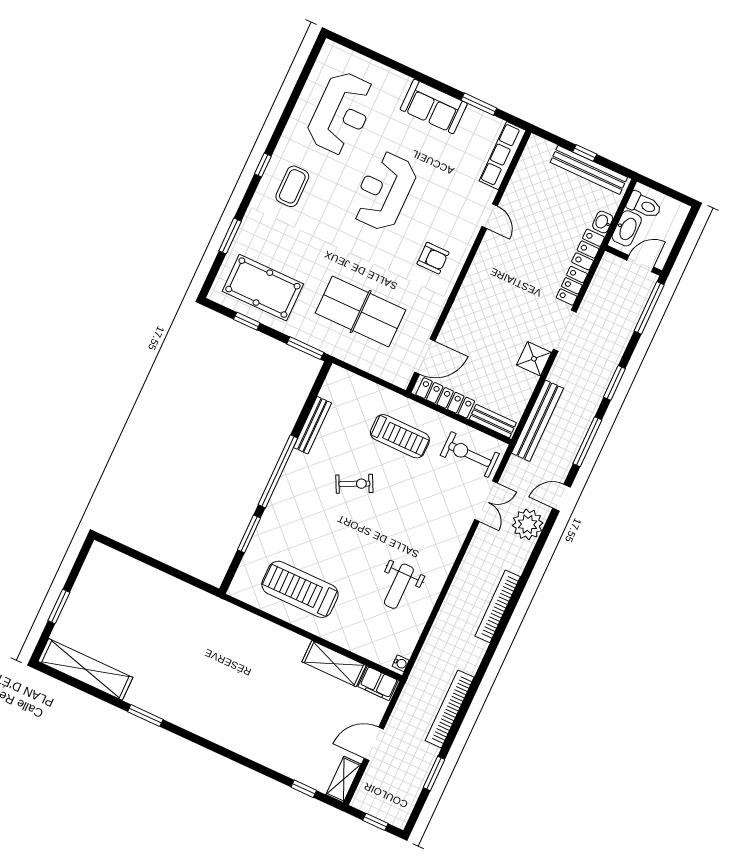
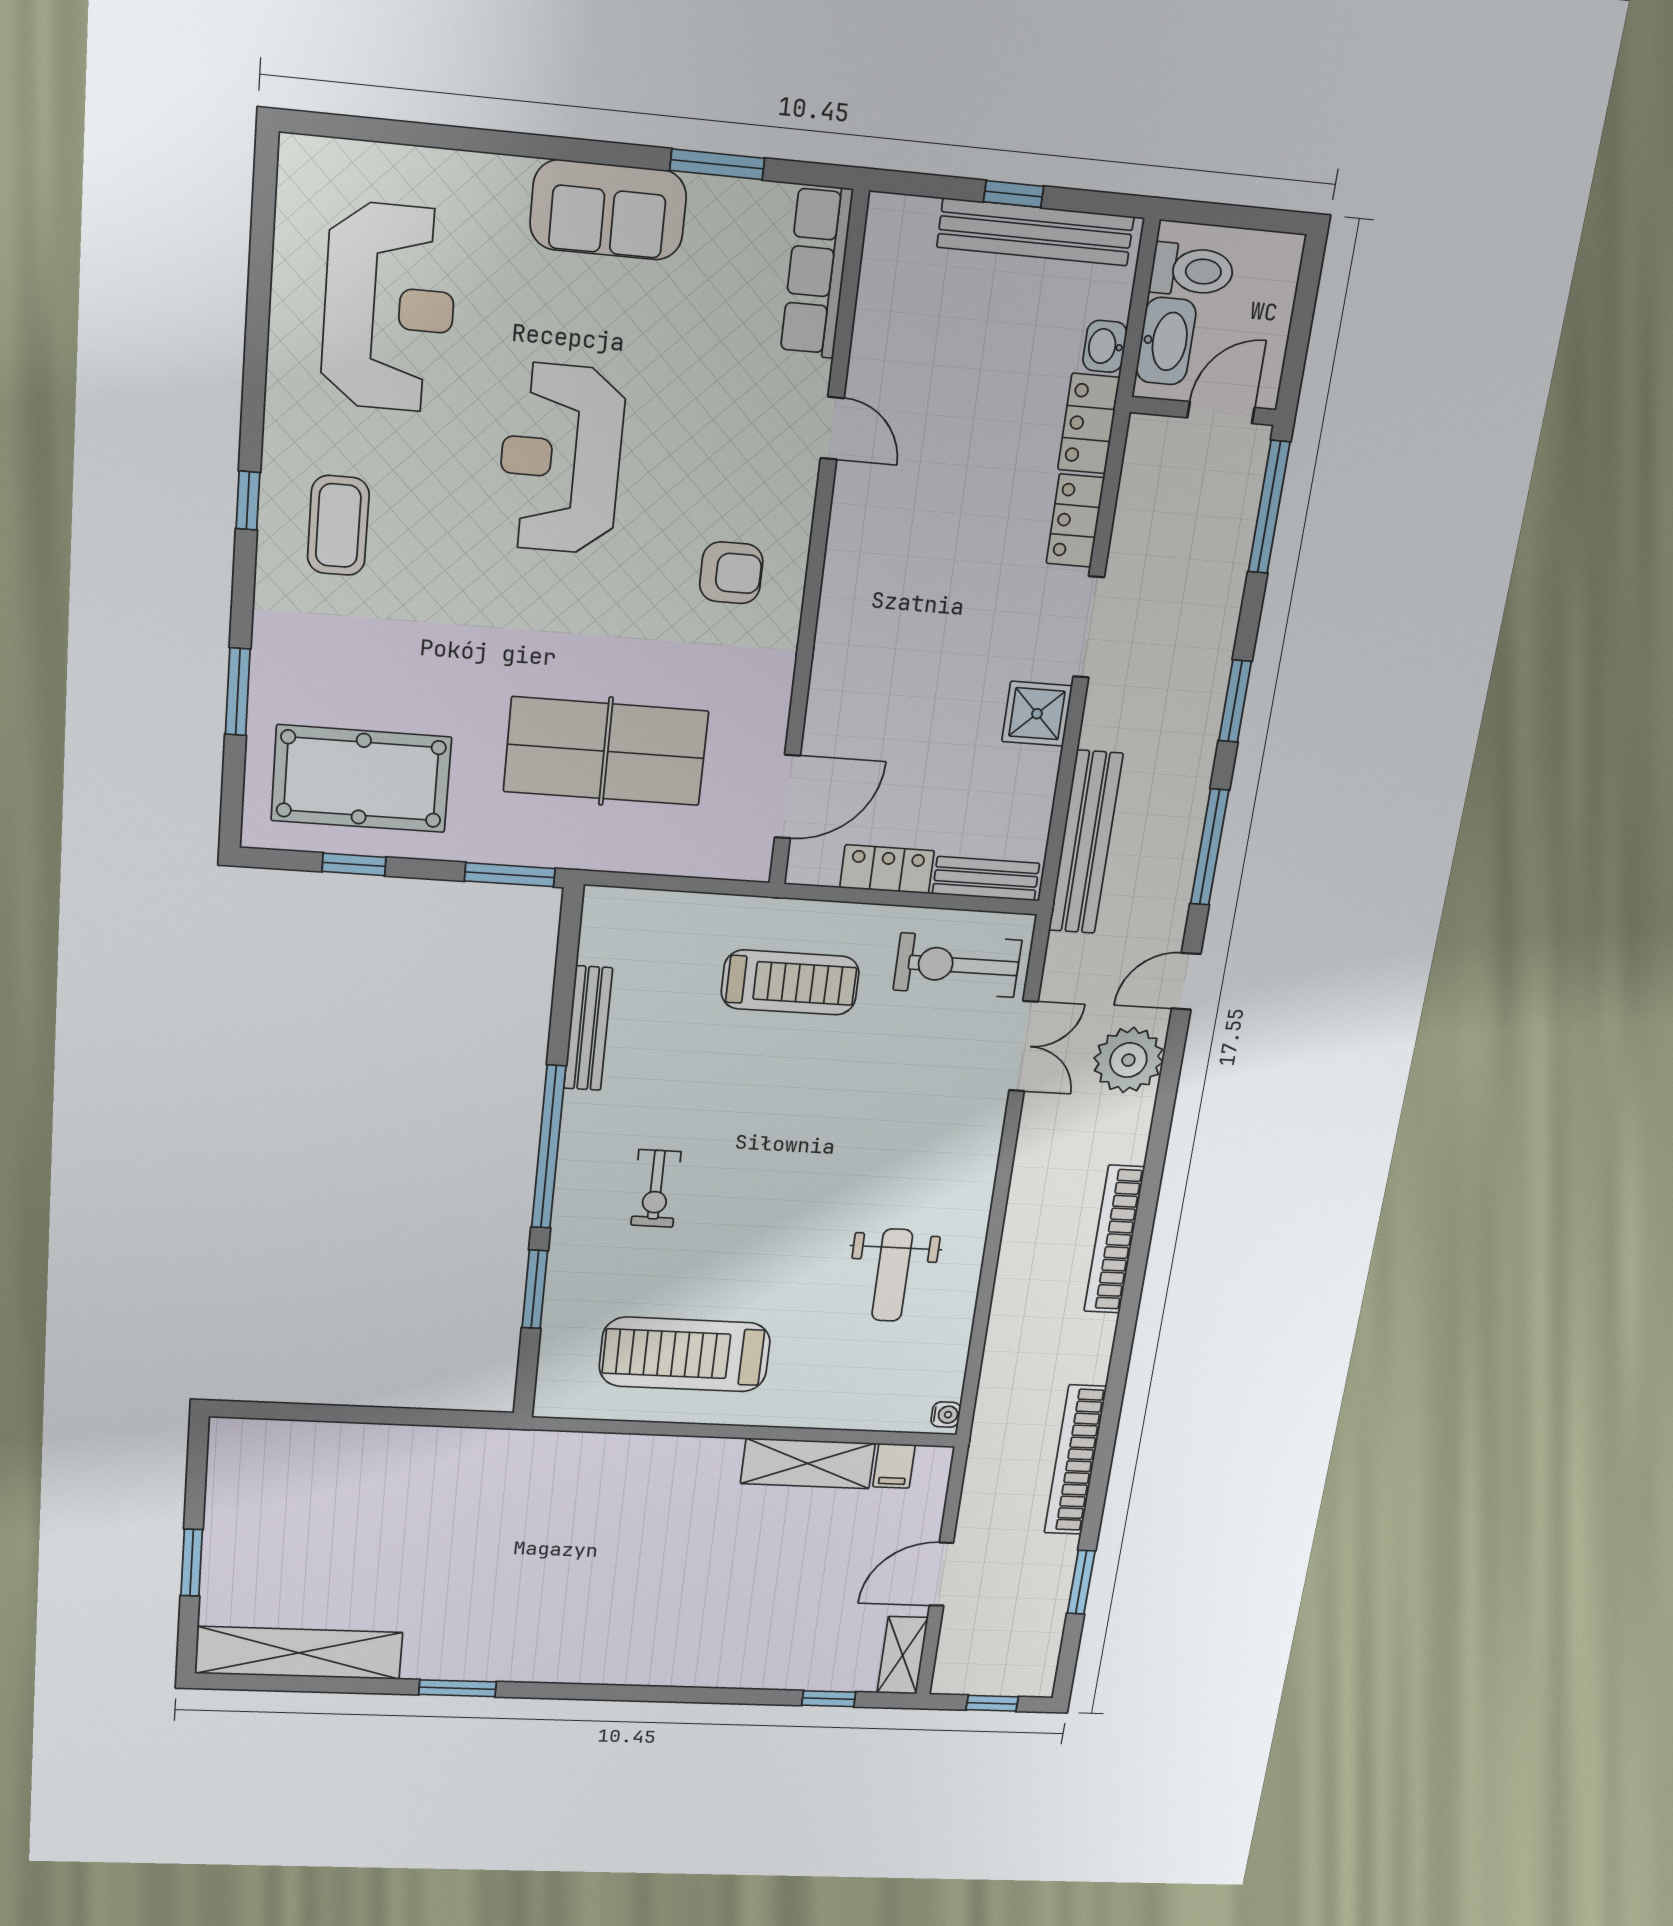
locker: (445, 398) -> (887, 869), width x0.66
exercise bike: (354, 484) -> (656, 1189), moved, turned 116
filing cabinet: (378, 683) -> (894, 1466), width x0.50

